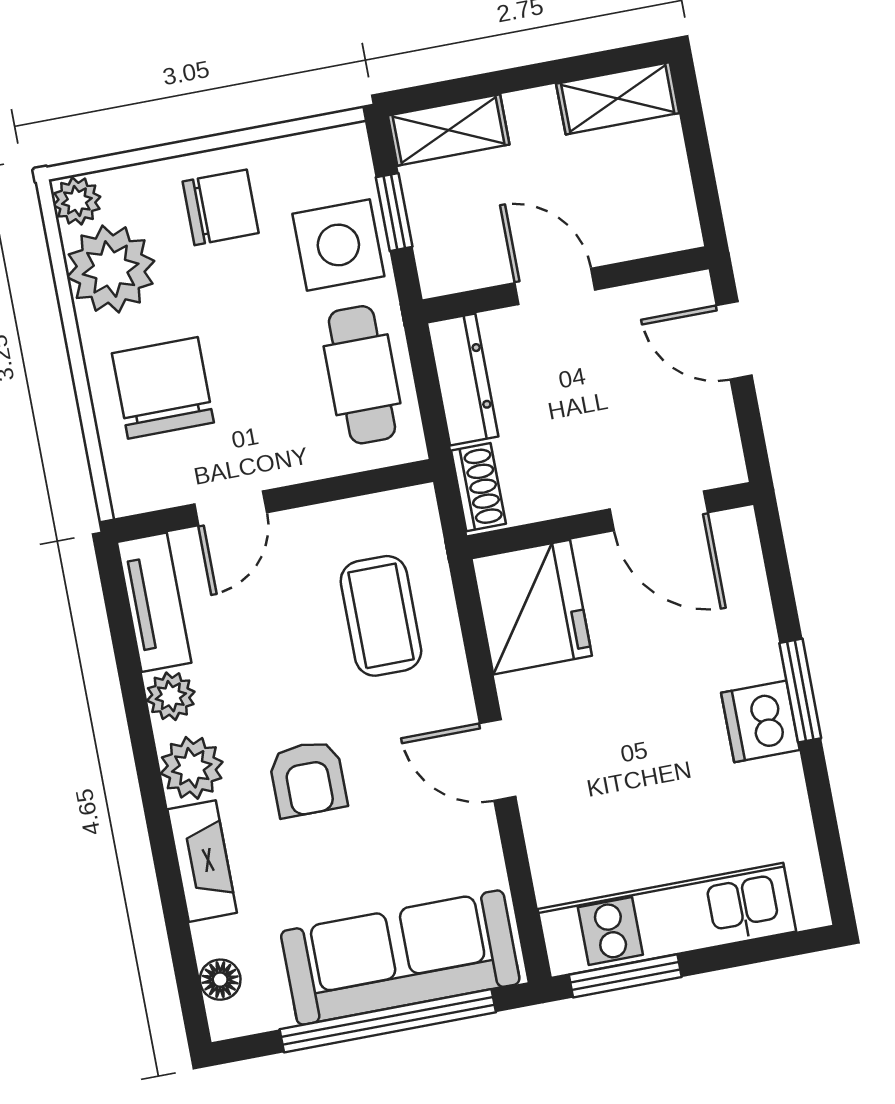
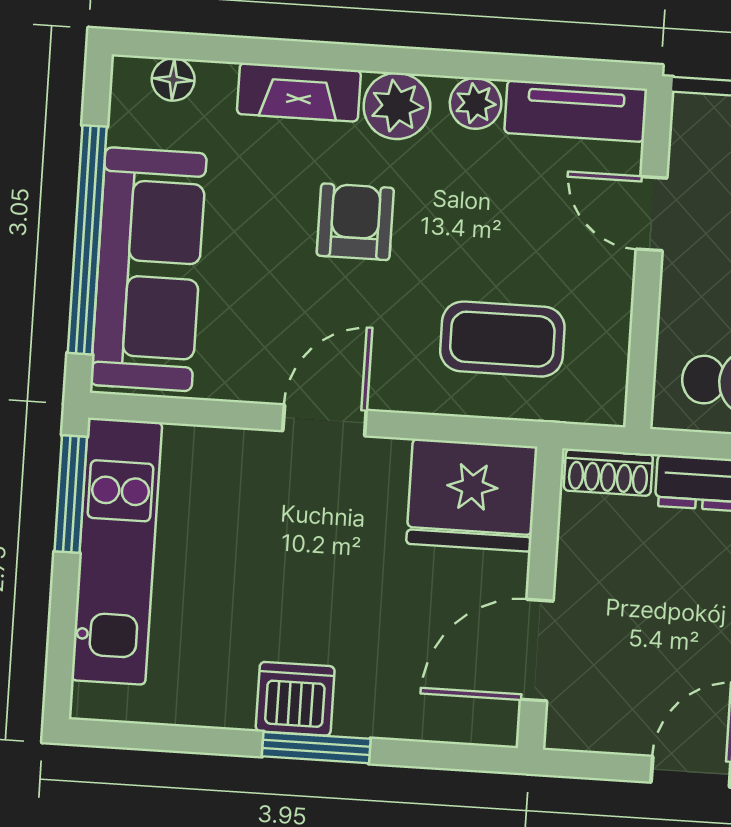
armchair: (308, 779) -> (355, 222), turned 90

